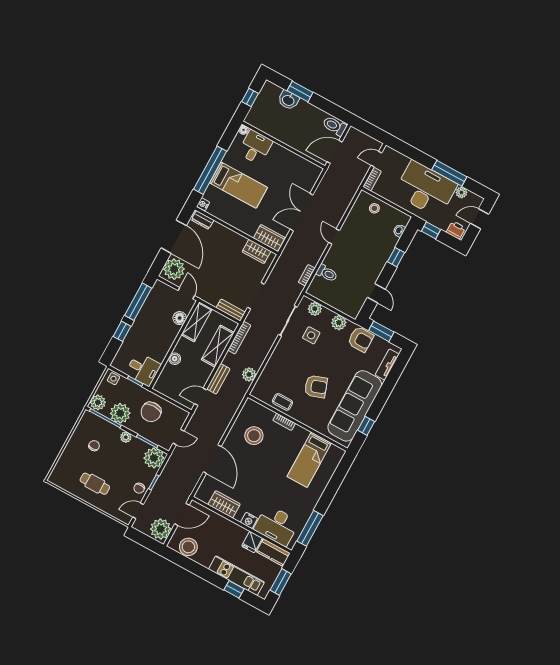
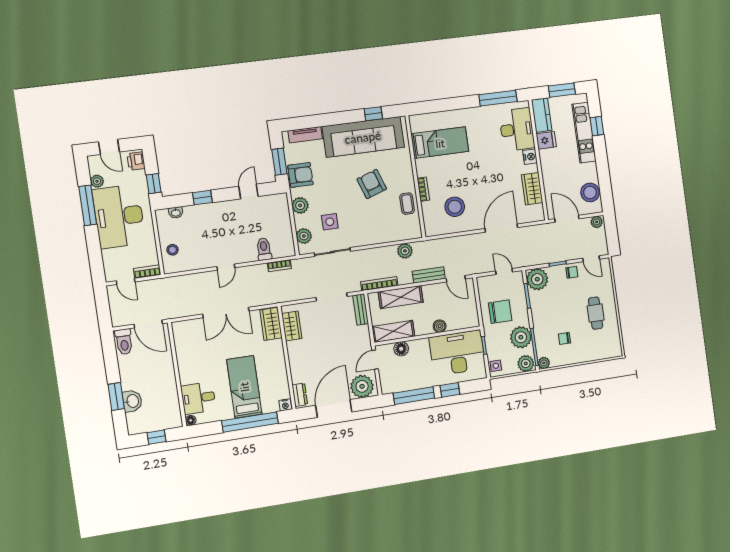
armchair: (361, 339) -> (300, 175), turned 90
desk: (143, 369) -> (457, 353), width x1.87, depth x1.30
plant: (126, 437) -> (544, 363), moved
plant: (161, 529) -> (597, 222), width x0.53, depth x0.53

